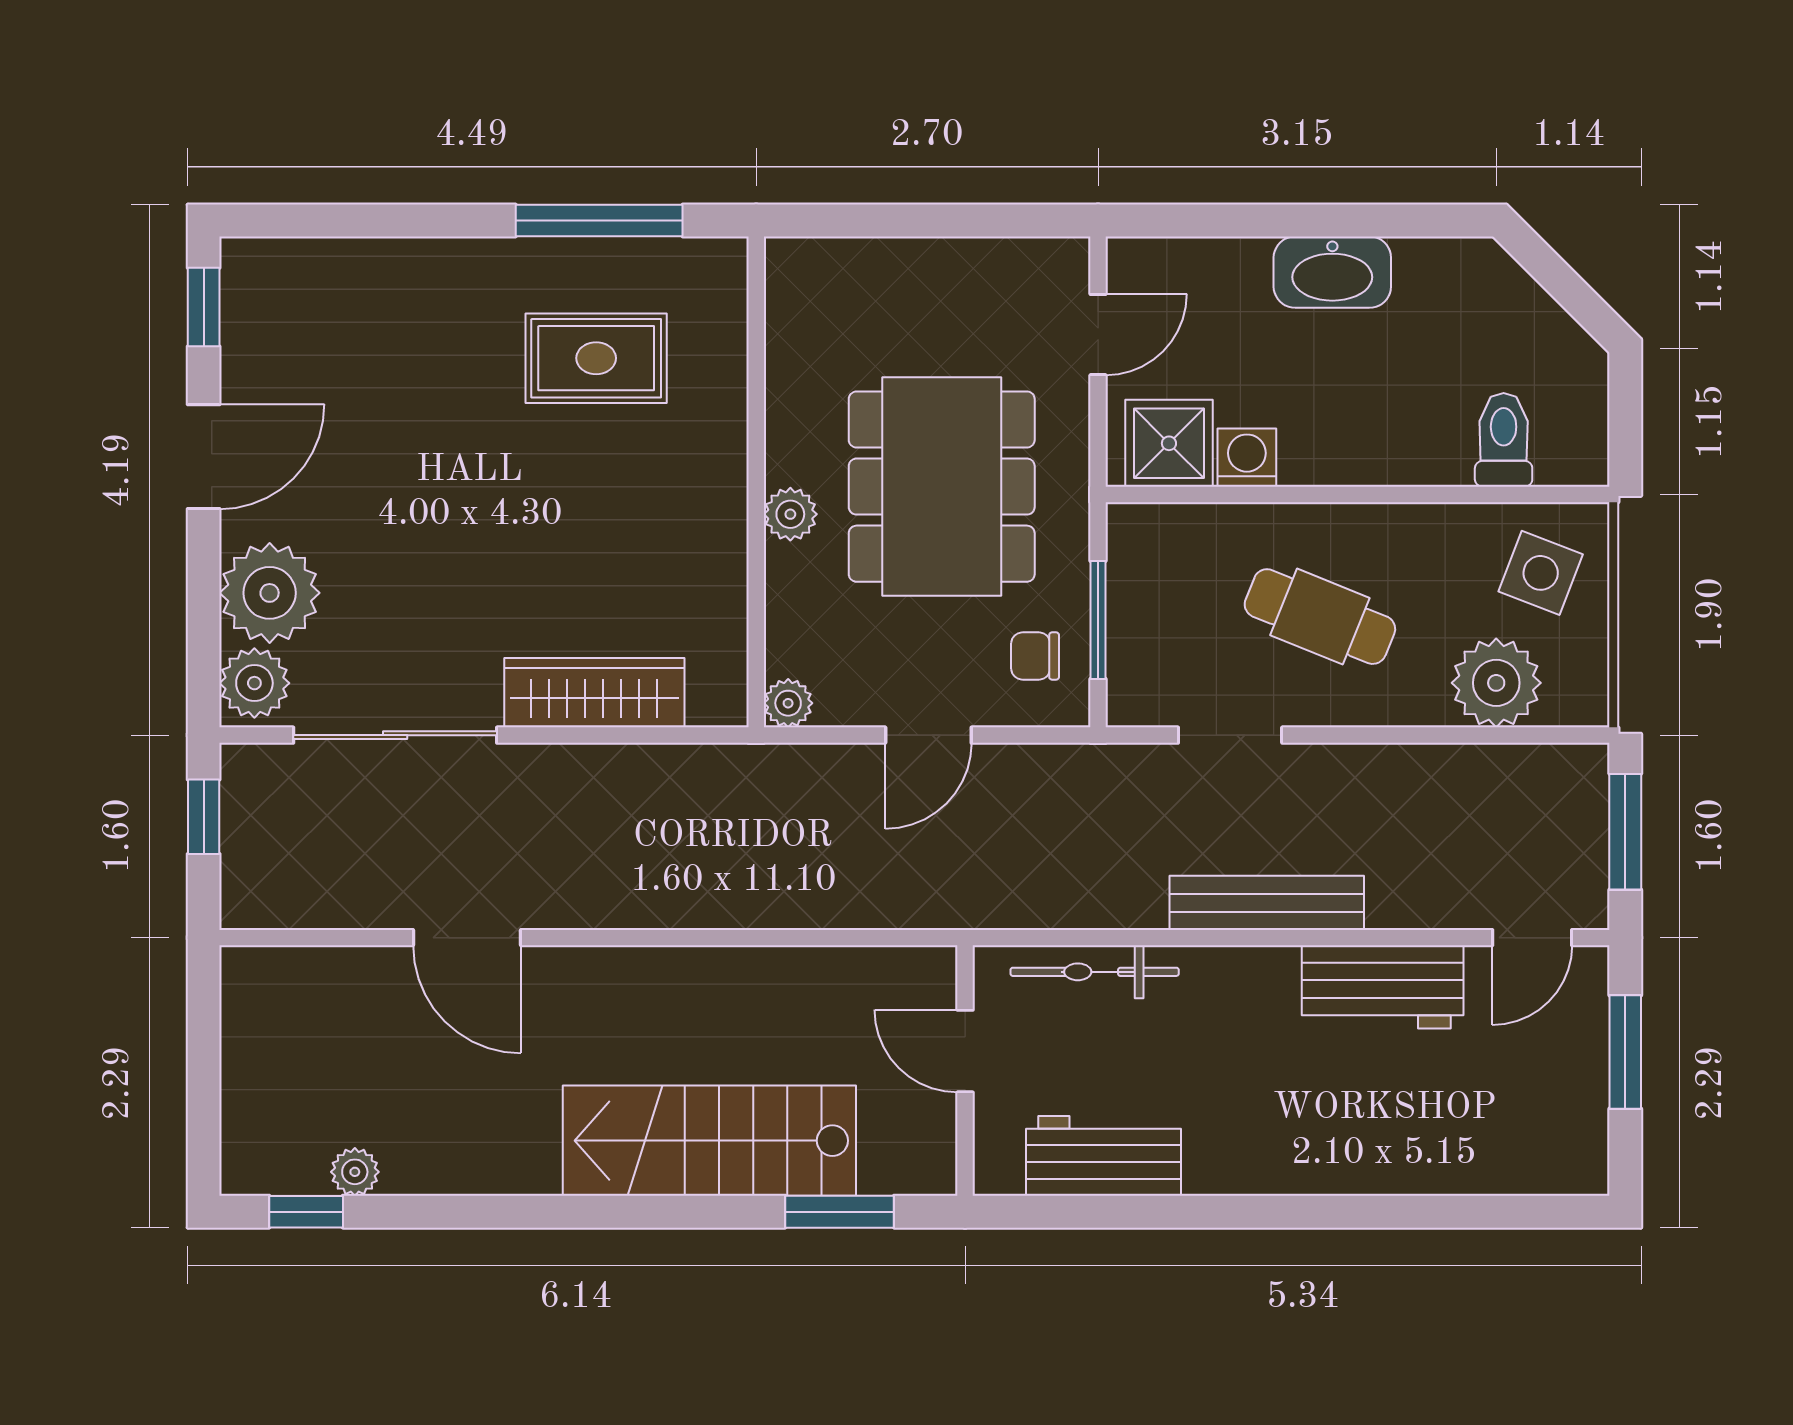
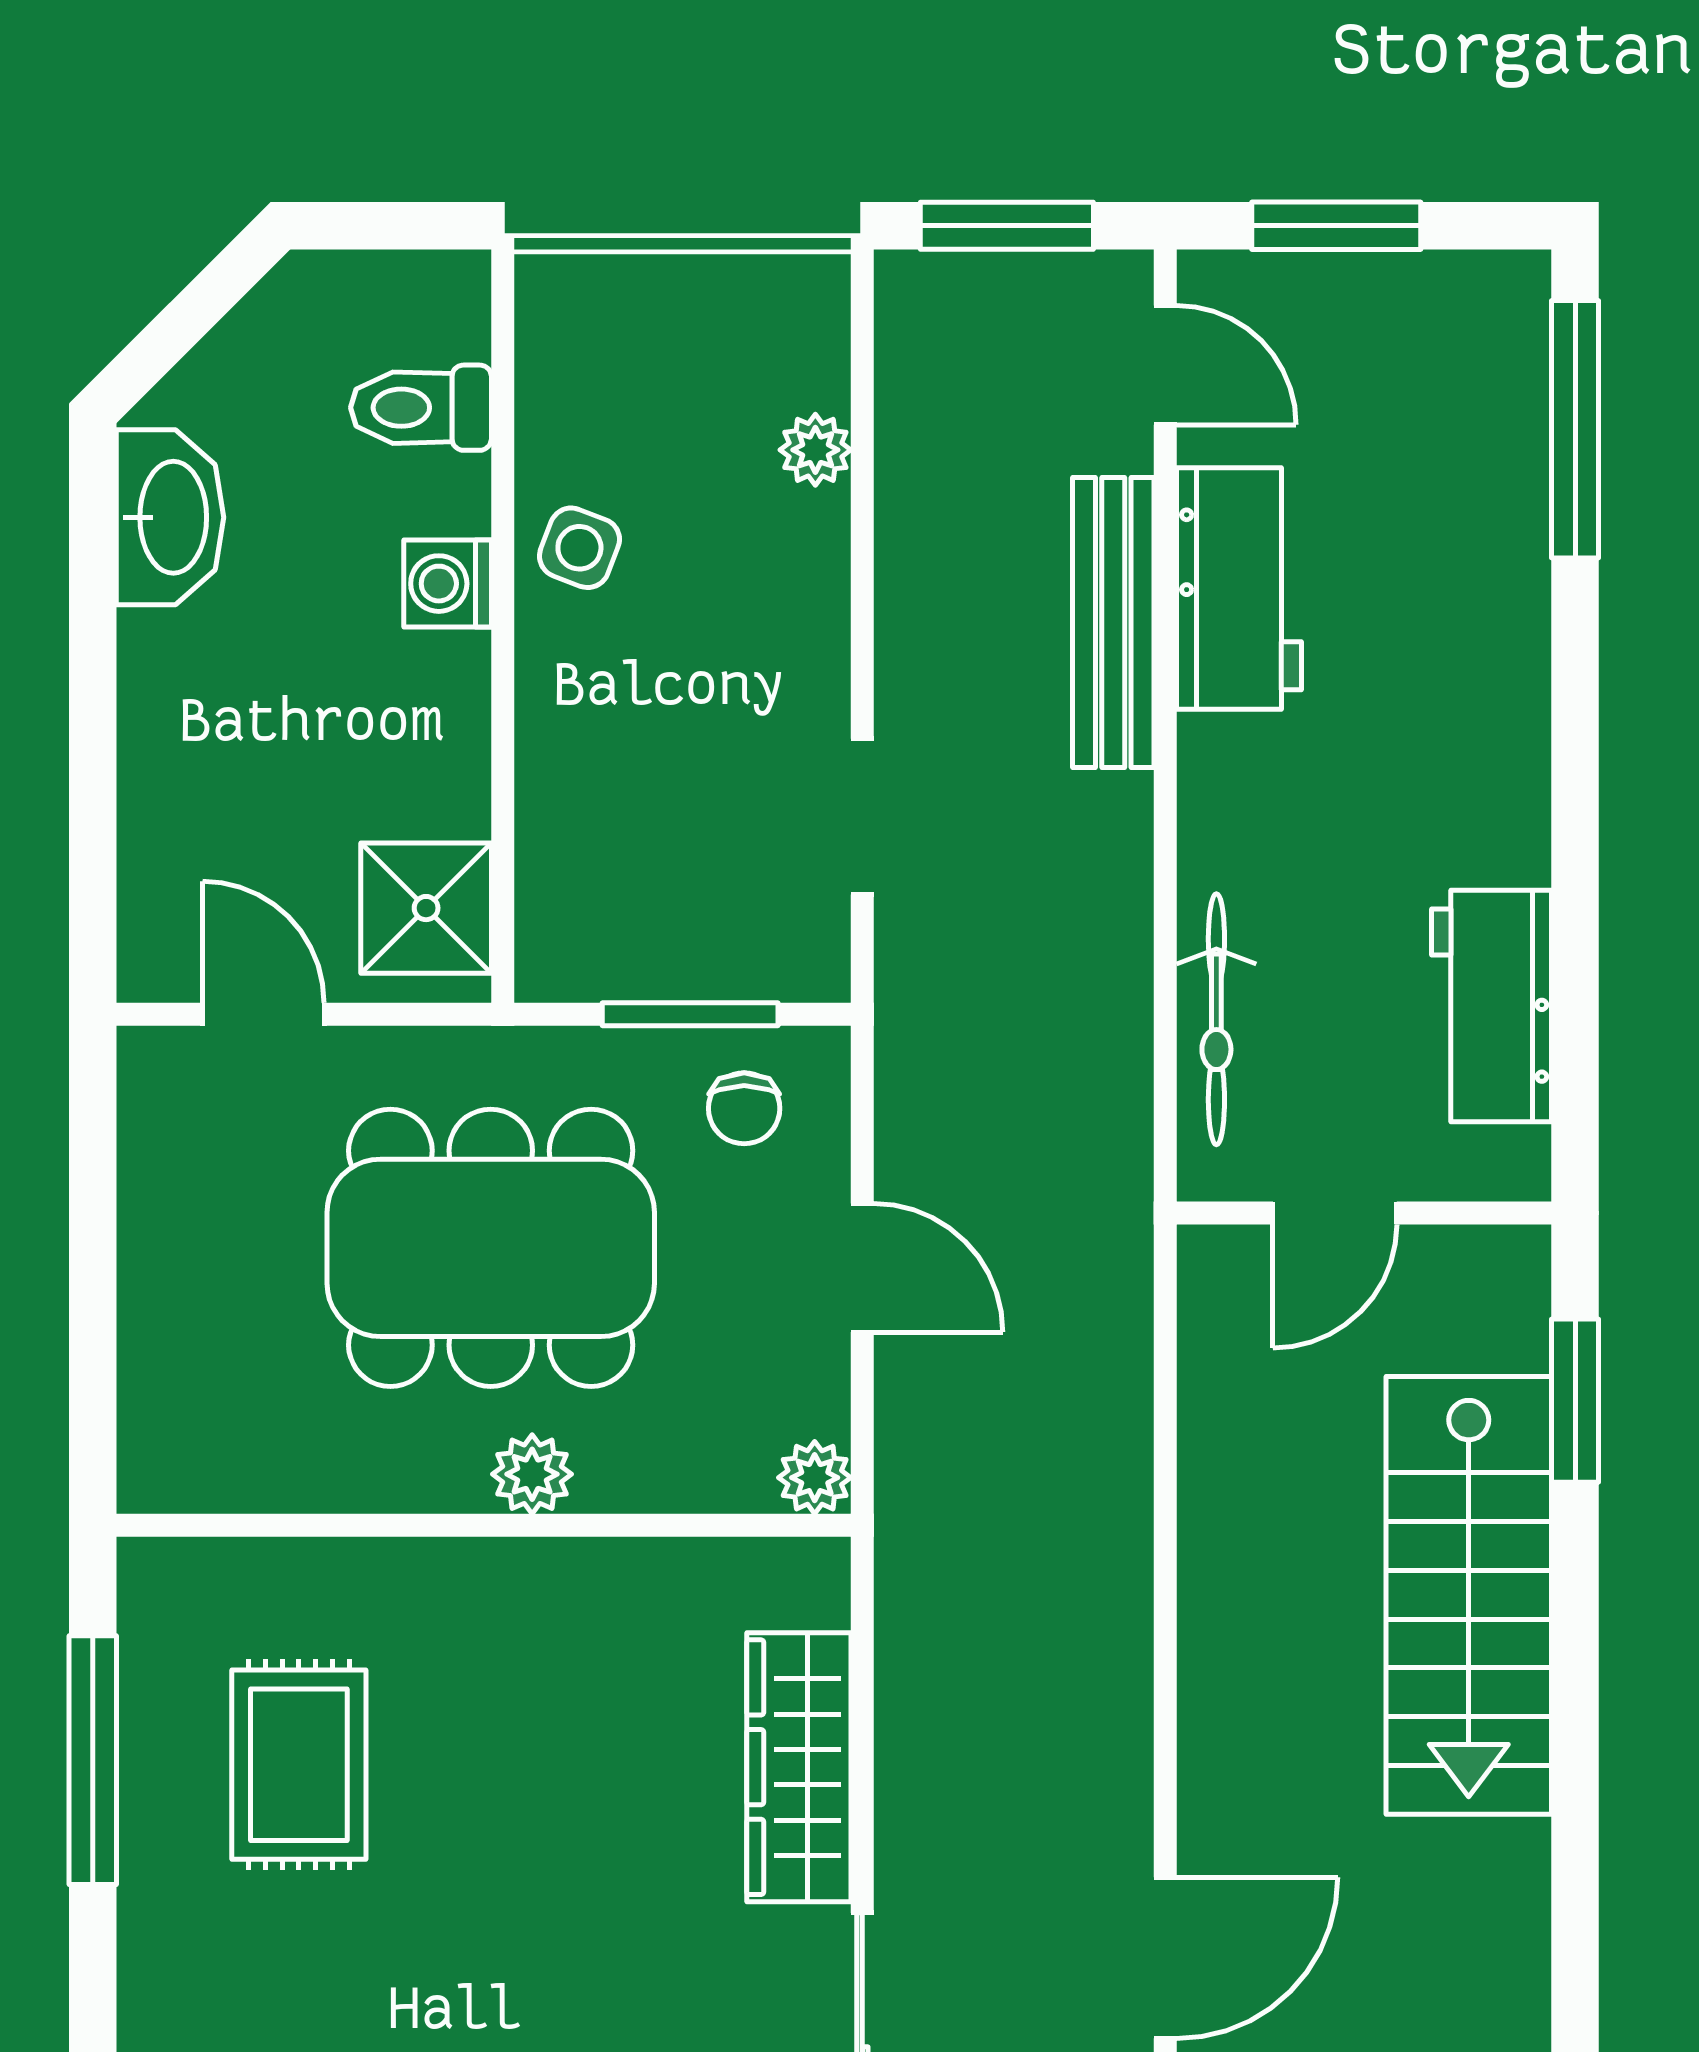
washbasin: (1332, 272) -> (170, 517), moved
washing machine: (1247, 458) -> (448, 584), moved
side table: (1541, 573) -> (579, 548), moved, width x0.73, depth x0.73
cafe table: (1320, 617) -> (685, 682), removed
plant: (1496, 683) -> (815, 450), width x0.53, depth x0.53
bench: (1267, 903) -> (1113, 623), moved
window: (1489, 1212) -> (1575, 429), added

